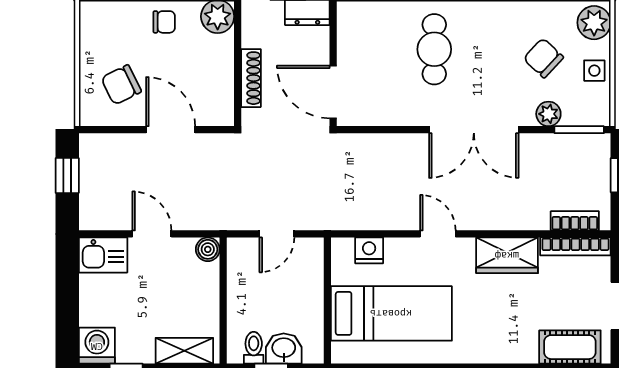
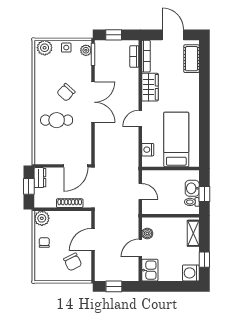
chair: (543, 58) -> (66, 92), moved
plant: (548, 114) -> (86, 50), moved
boiler: (208, 249) -> (147, 233), moved

